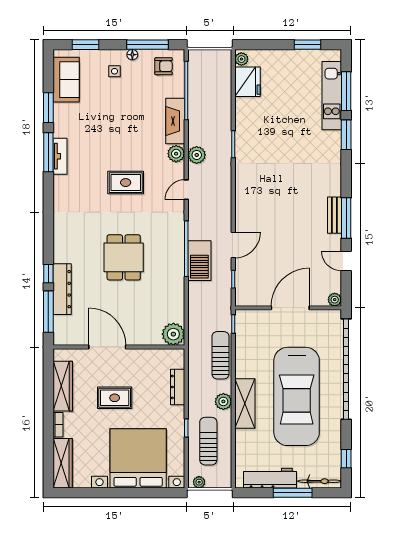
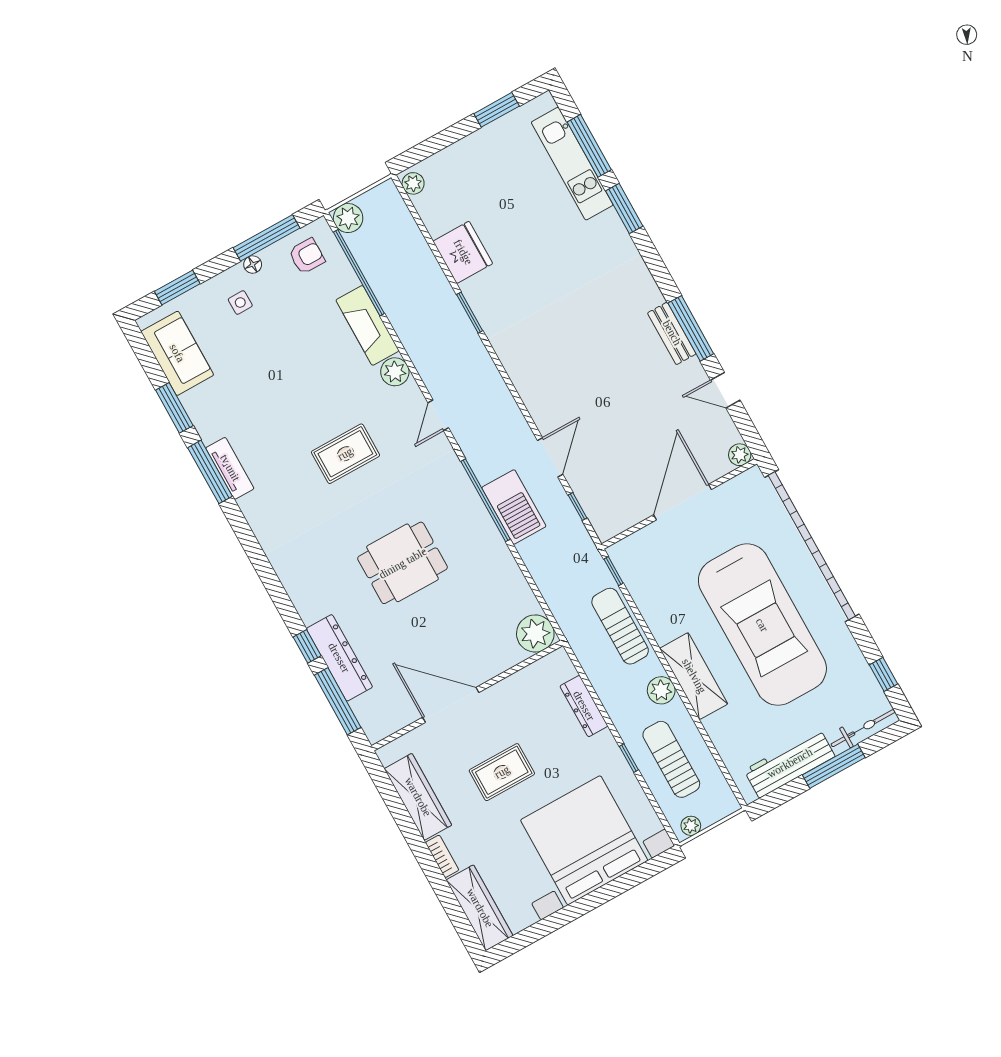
fridge: (247, 82) -> (463, 252), moved
plant: (197, 155) -> (348, 218), moved
dining table: (124, 257) -> (403, 563), turned 90

